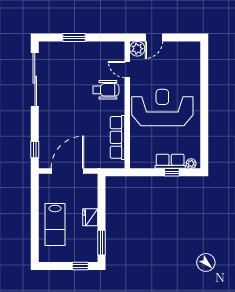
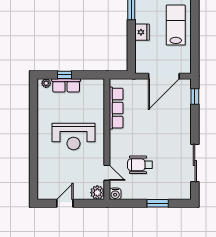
door: (154, 37) -> (65, 203), moved
water cooler: (119, 47) -> (115, 194), added
sliding door: (35, 80) -> (195, 163), width x0.73
wheelchair: (106, 90) -> (140, 165), moved
reception desk: (162, 108) -> (73, 137), width x0.74, depth x0.77

